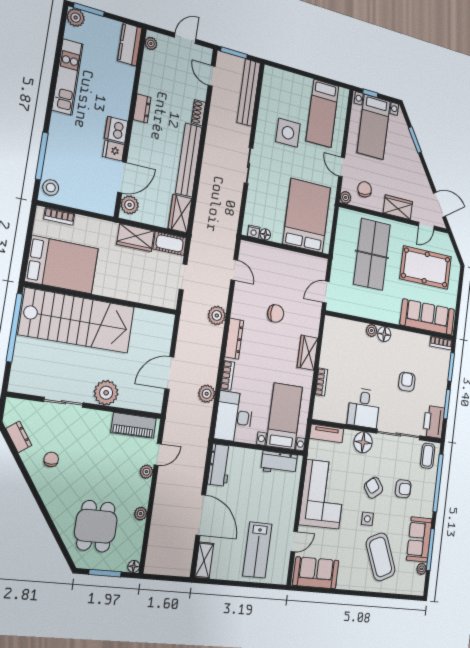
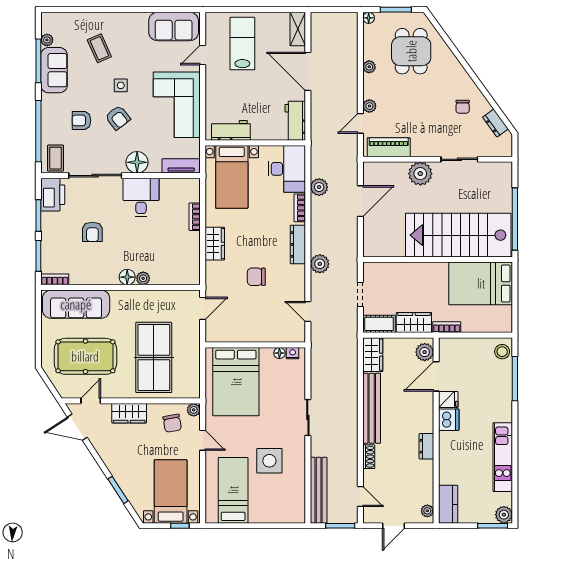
bookcase: (59, 216) -> (447, 327), moved
coffee table: (381, 557) -> (99, 48), width x0.54, depth x0.58

